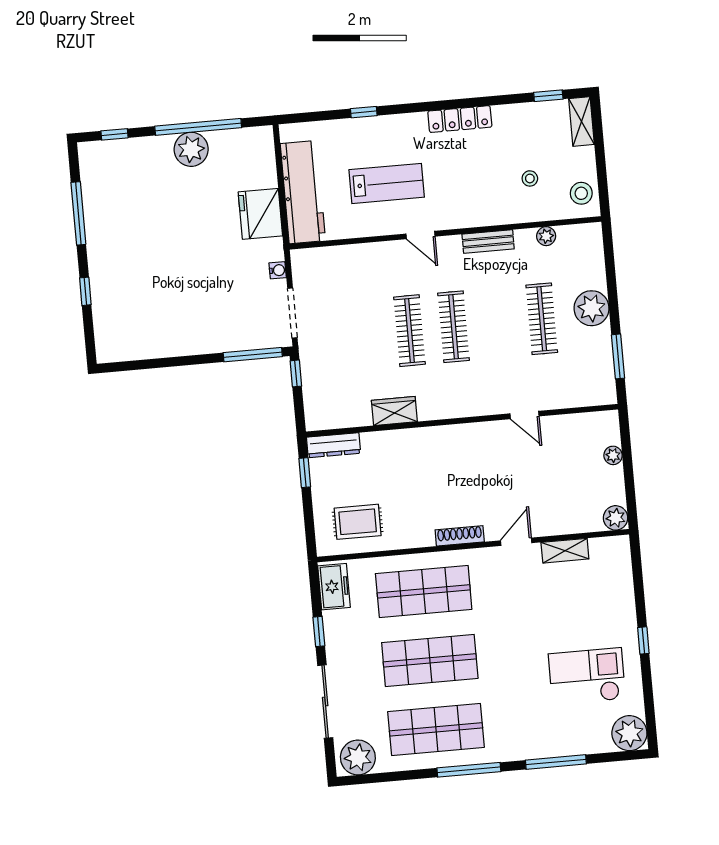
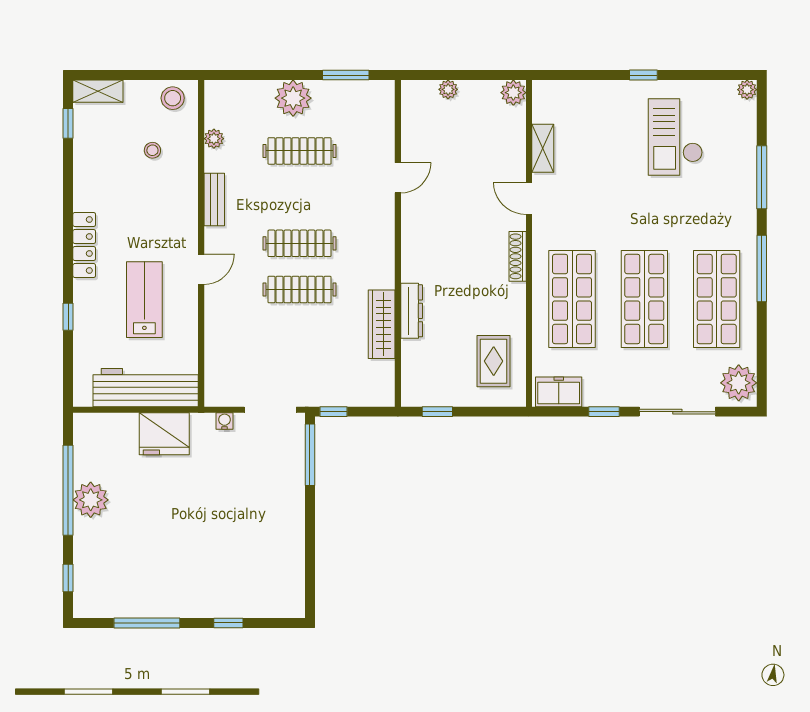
locker: (460, 119) -> (84, 245), moved
wardrobe: (394, 411) -> (382, 324), width x1.50
dresser: (334, 445) -> (412, 311), moved
plant: (629, 733) -> (747, 90), width x0.53, depth x0.53

